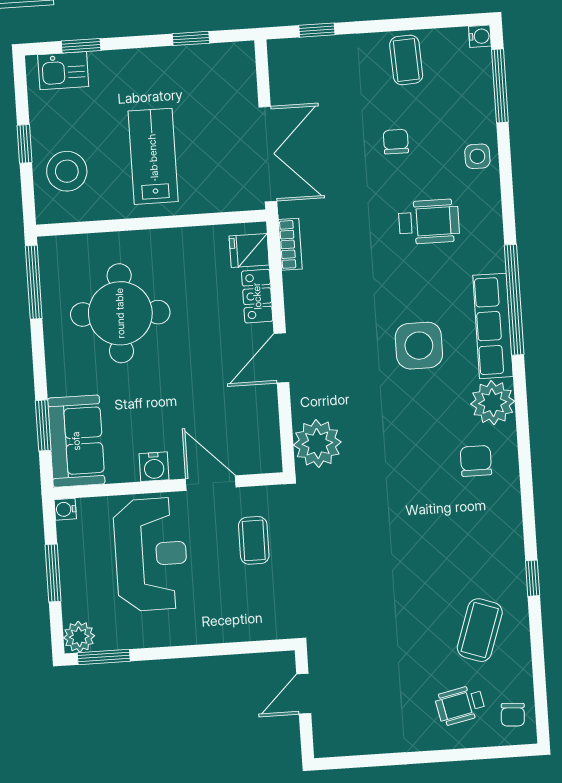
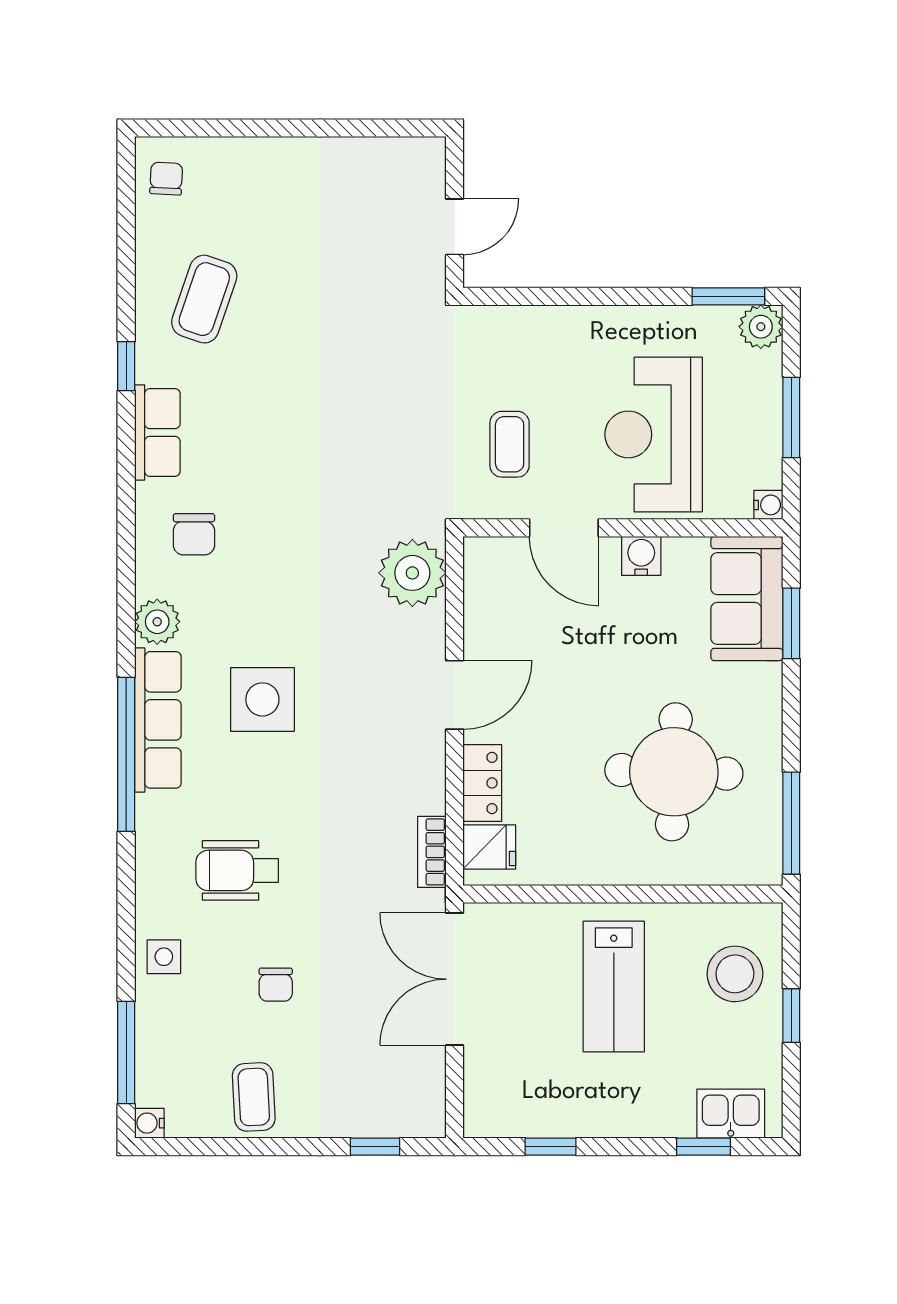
plant: (493, 403) -> (157, 622), width x0.73, depth x0.73
row of seats: (507, 532) -> (157, 433), added
wheelchair: (460, 705) -> (238, 197), removed

